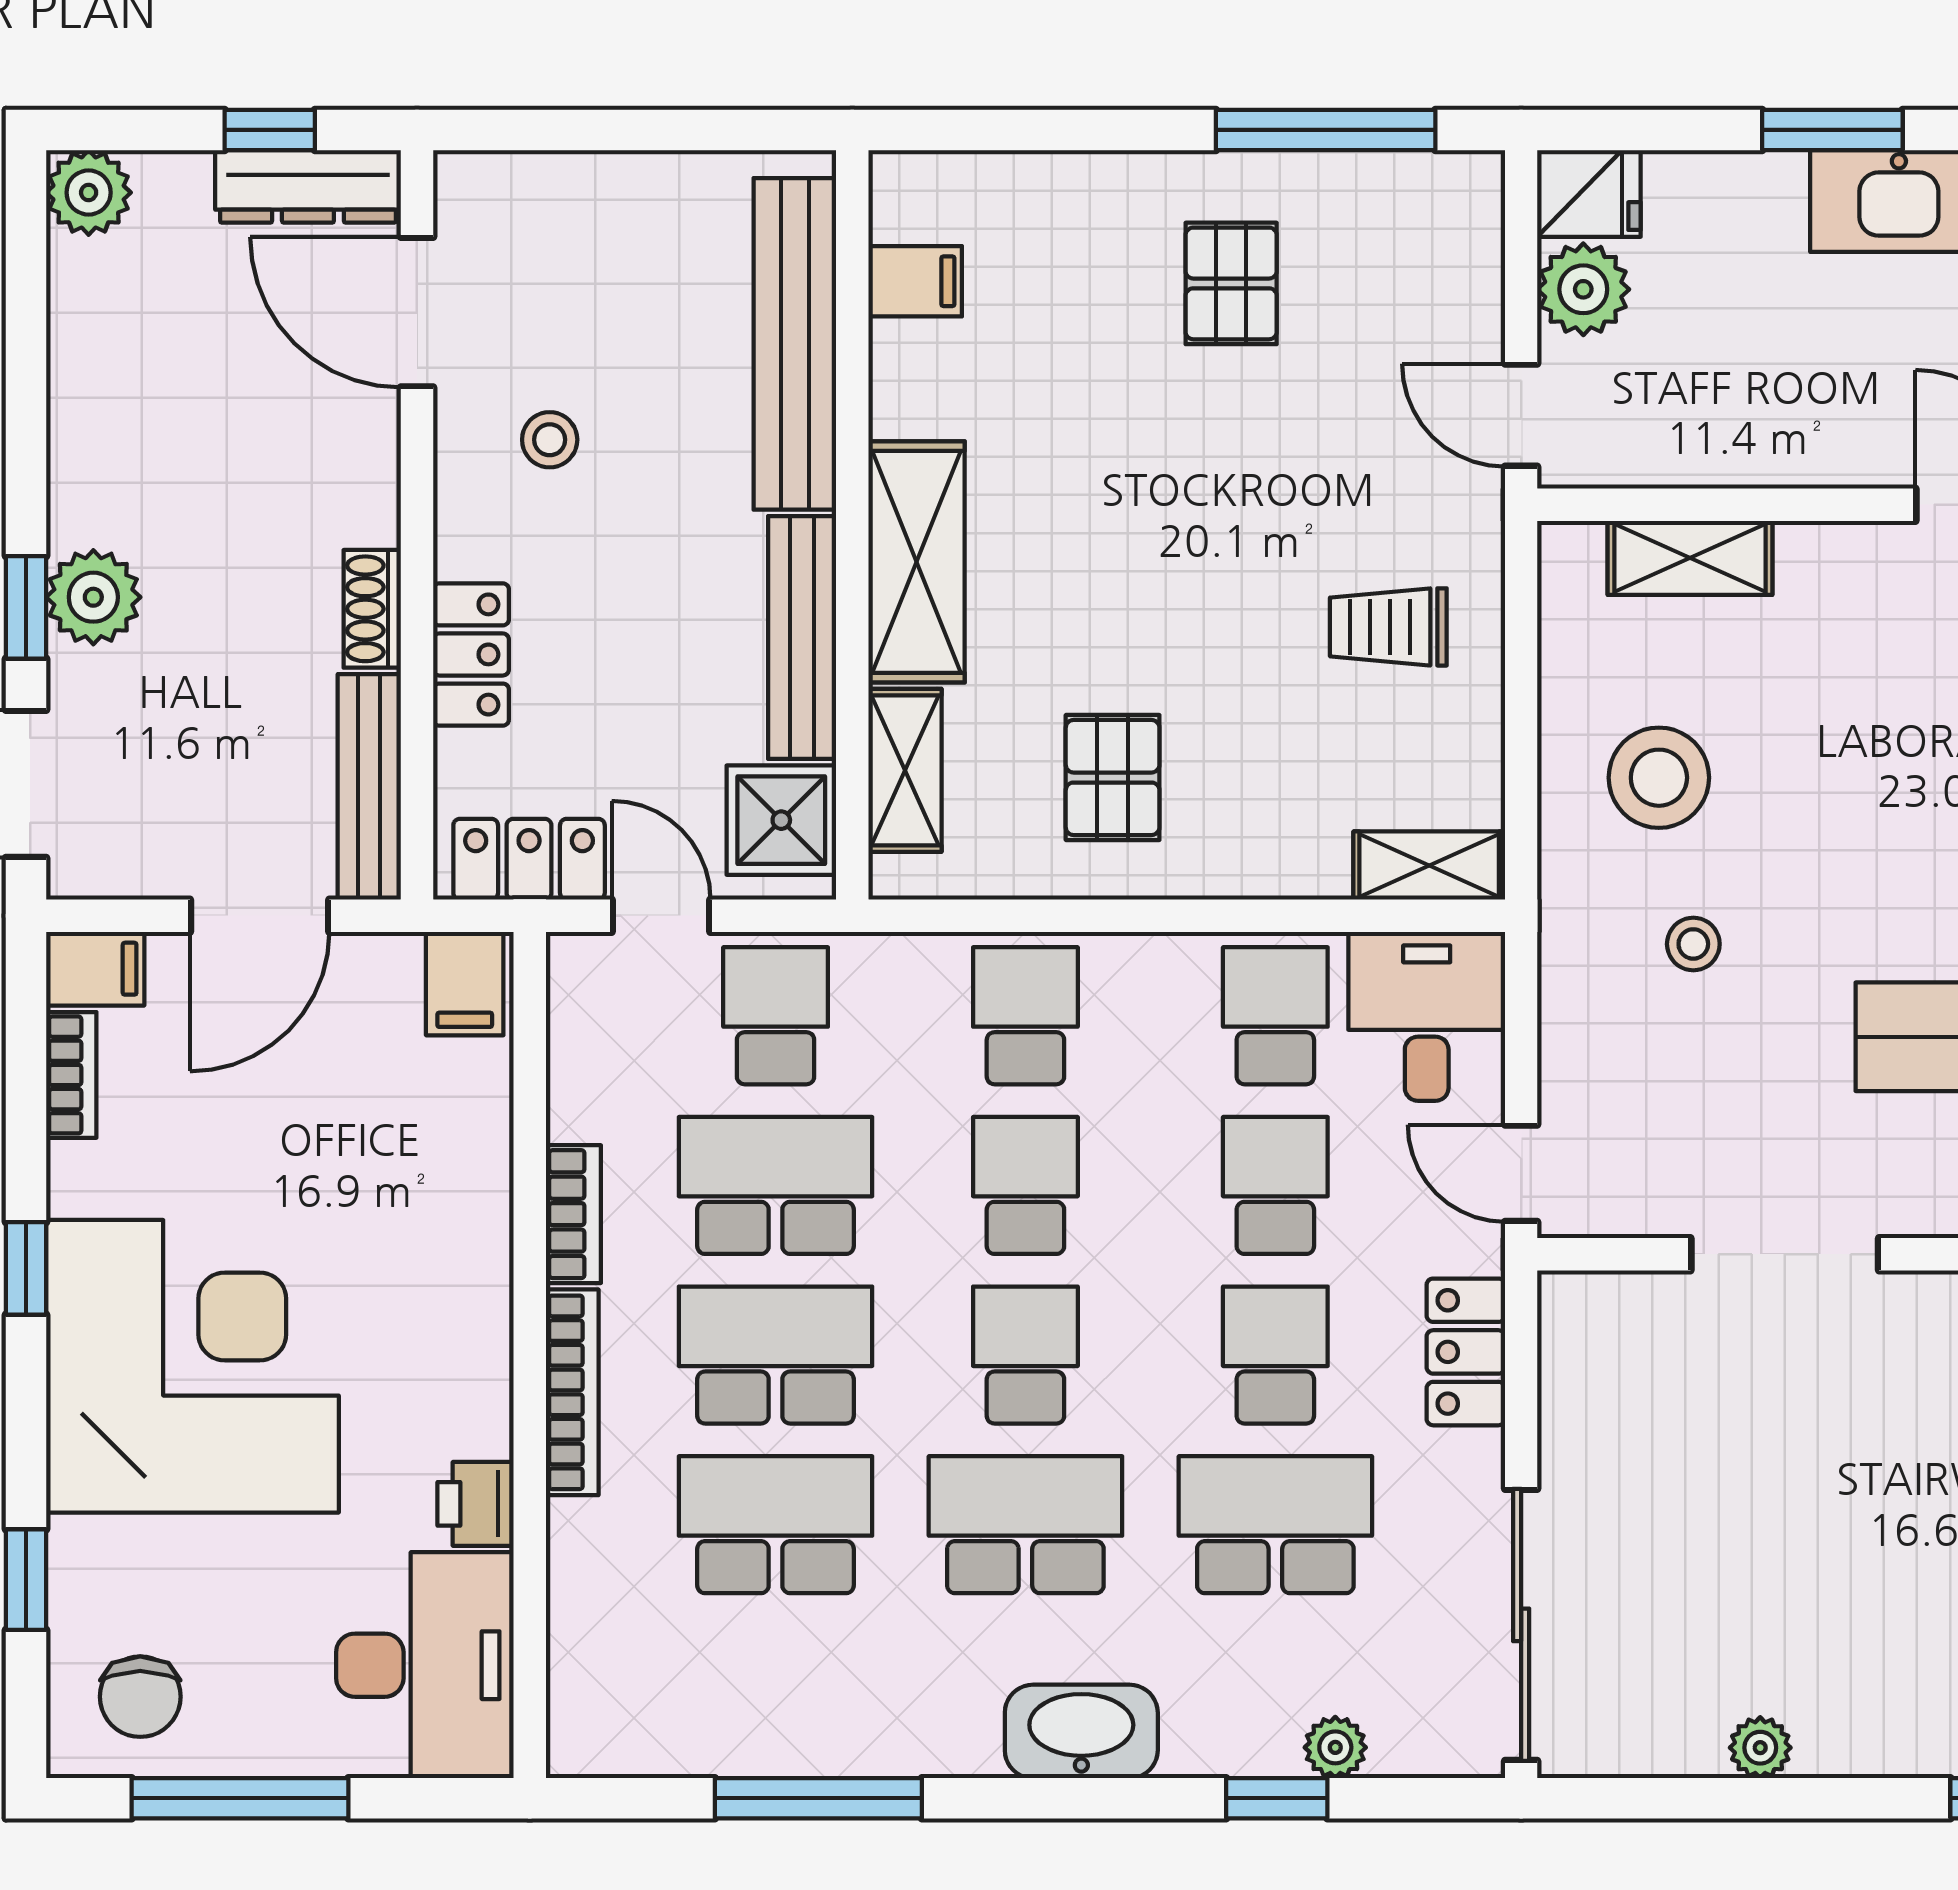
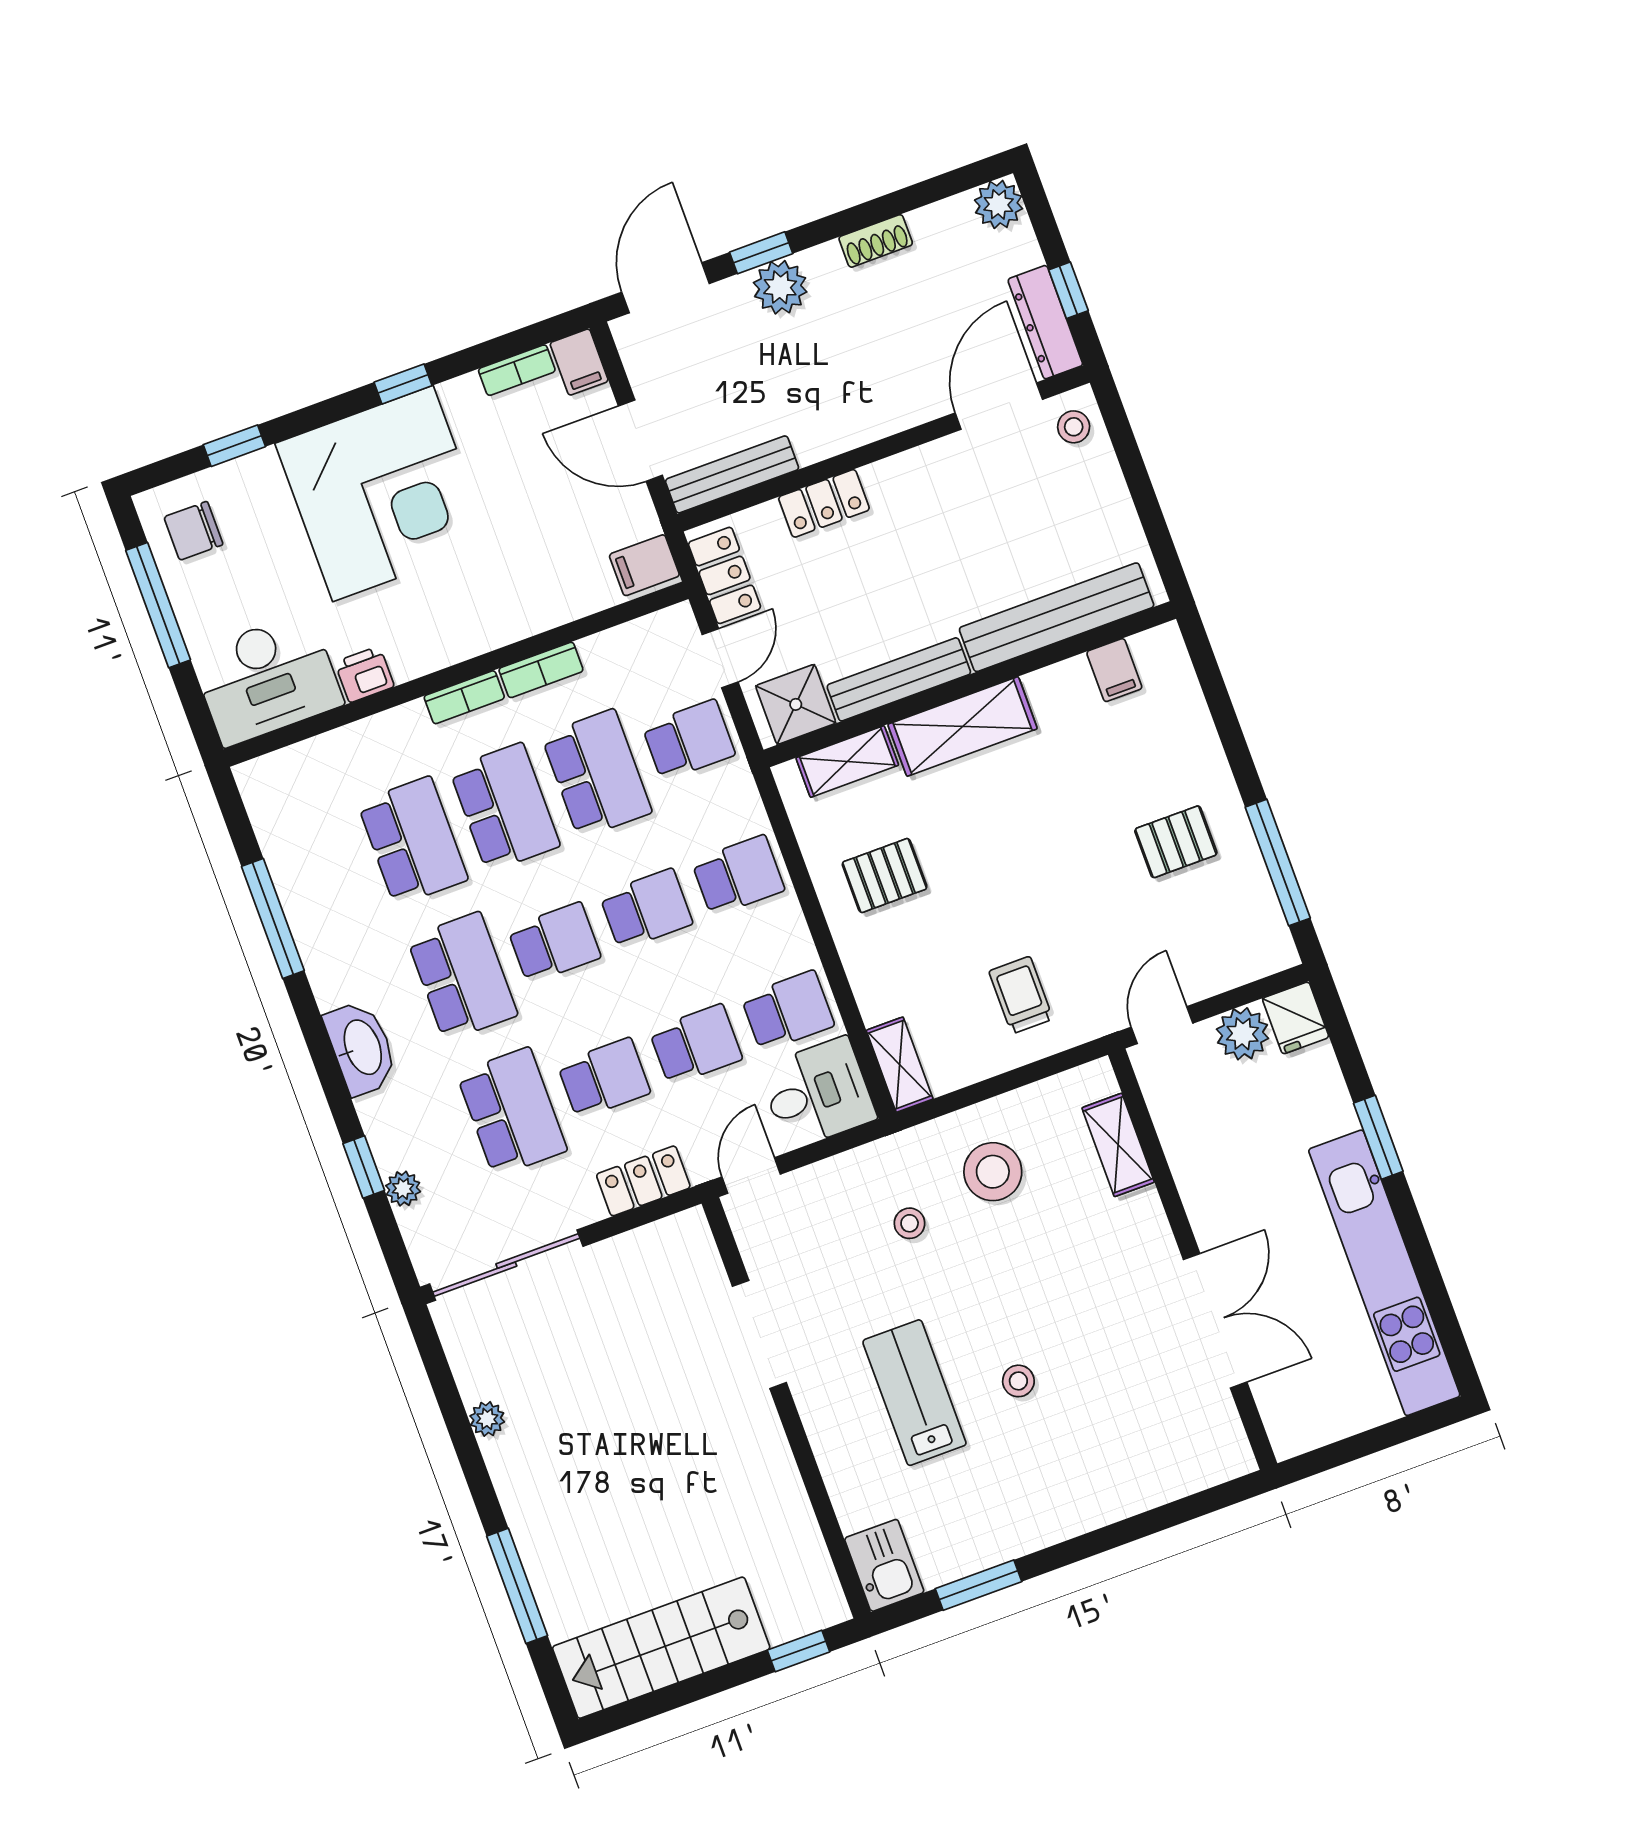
stool: (550, 440) -> (1074, 427), moved
shoe rack: (372, 609) -> (876, 241), moved, turned 180
bookcase: (572, 1392) -> (464, 697), width x0.64

